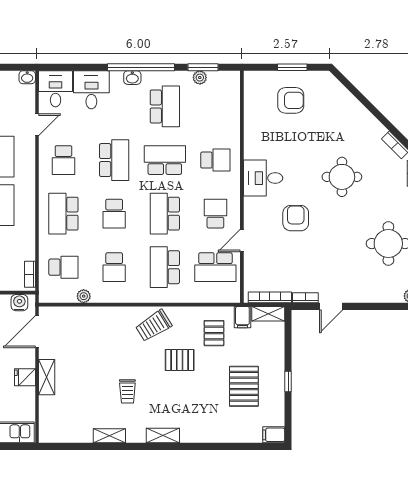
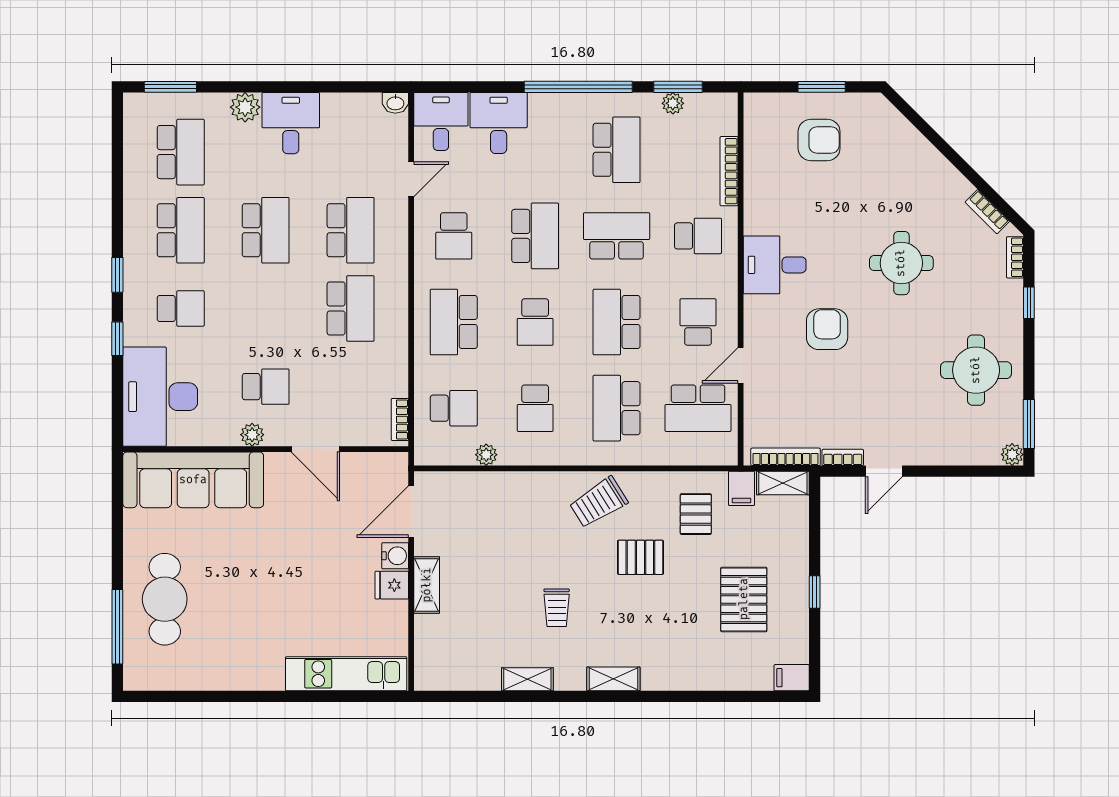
washbasin: (132, 78) -> (564, 103), removed
bookcase: (235, 120) -> (729, 171), added
water cooler: (19, 303) -> (395, 556), moved, turned 90

